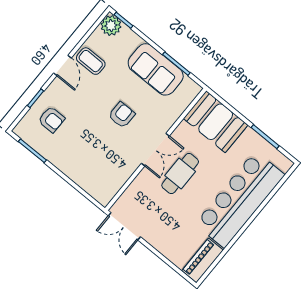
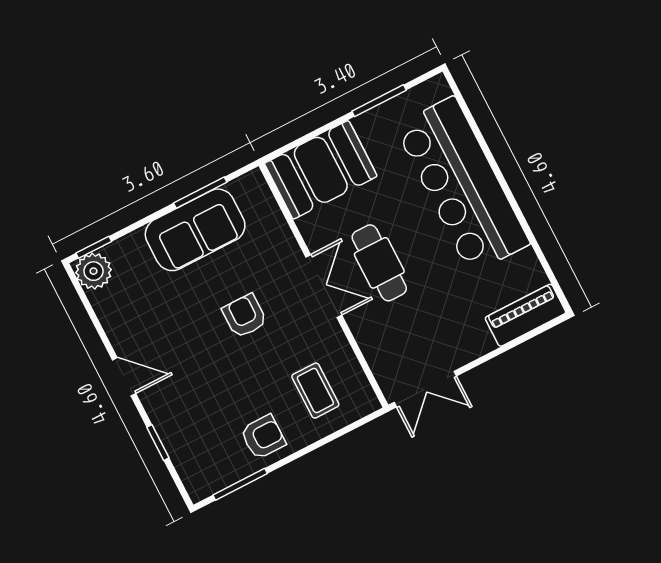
coffee table: (91, 61) -> (315, 391), moved, turned 90
armchair: (51, 119) -> (263, 437), moved
piano: (203, 260) -> (526, 315), moved, turned 90

